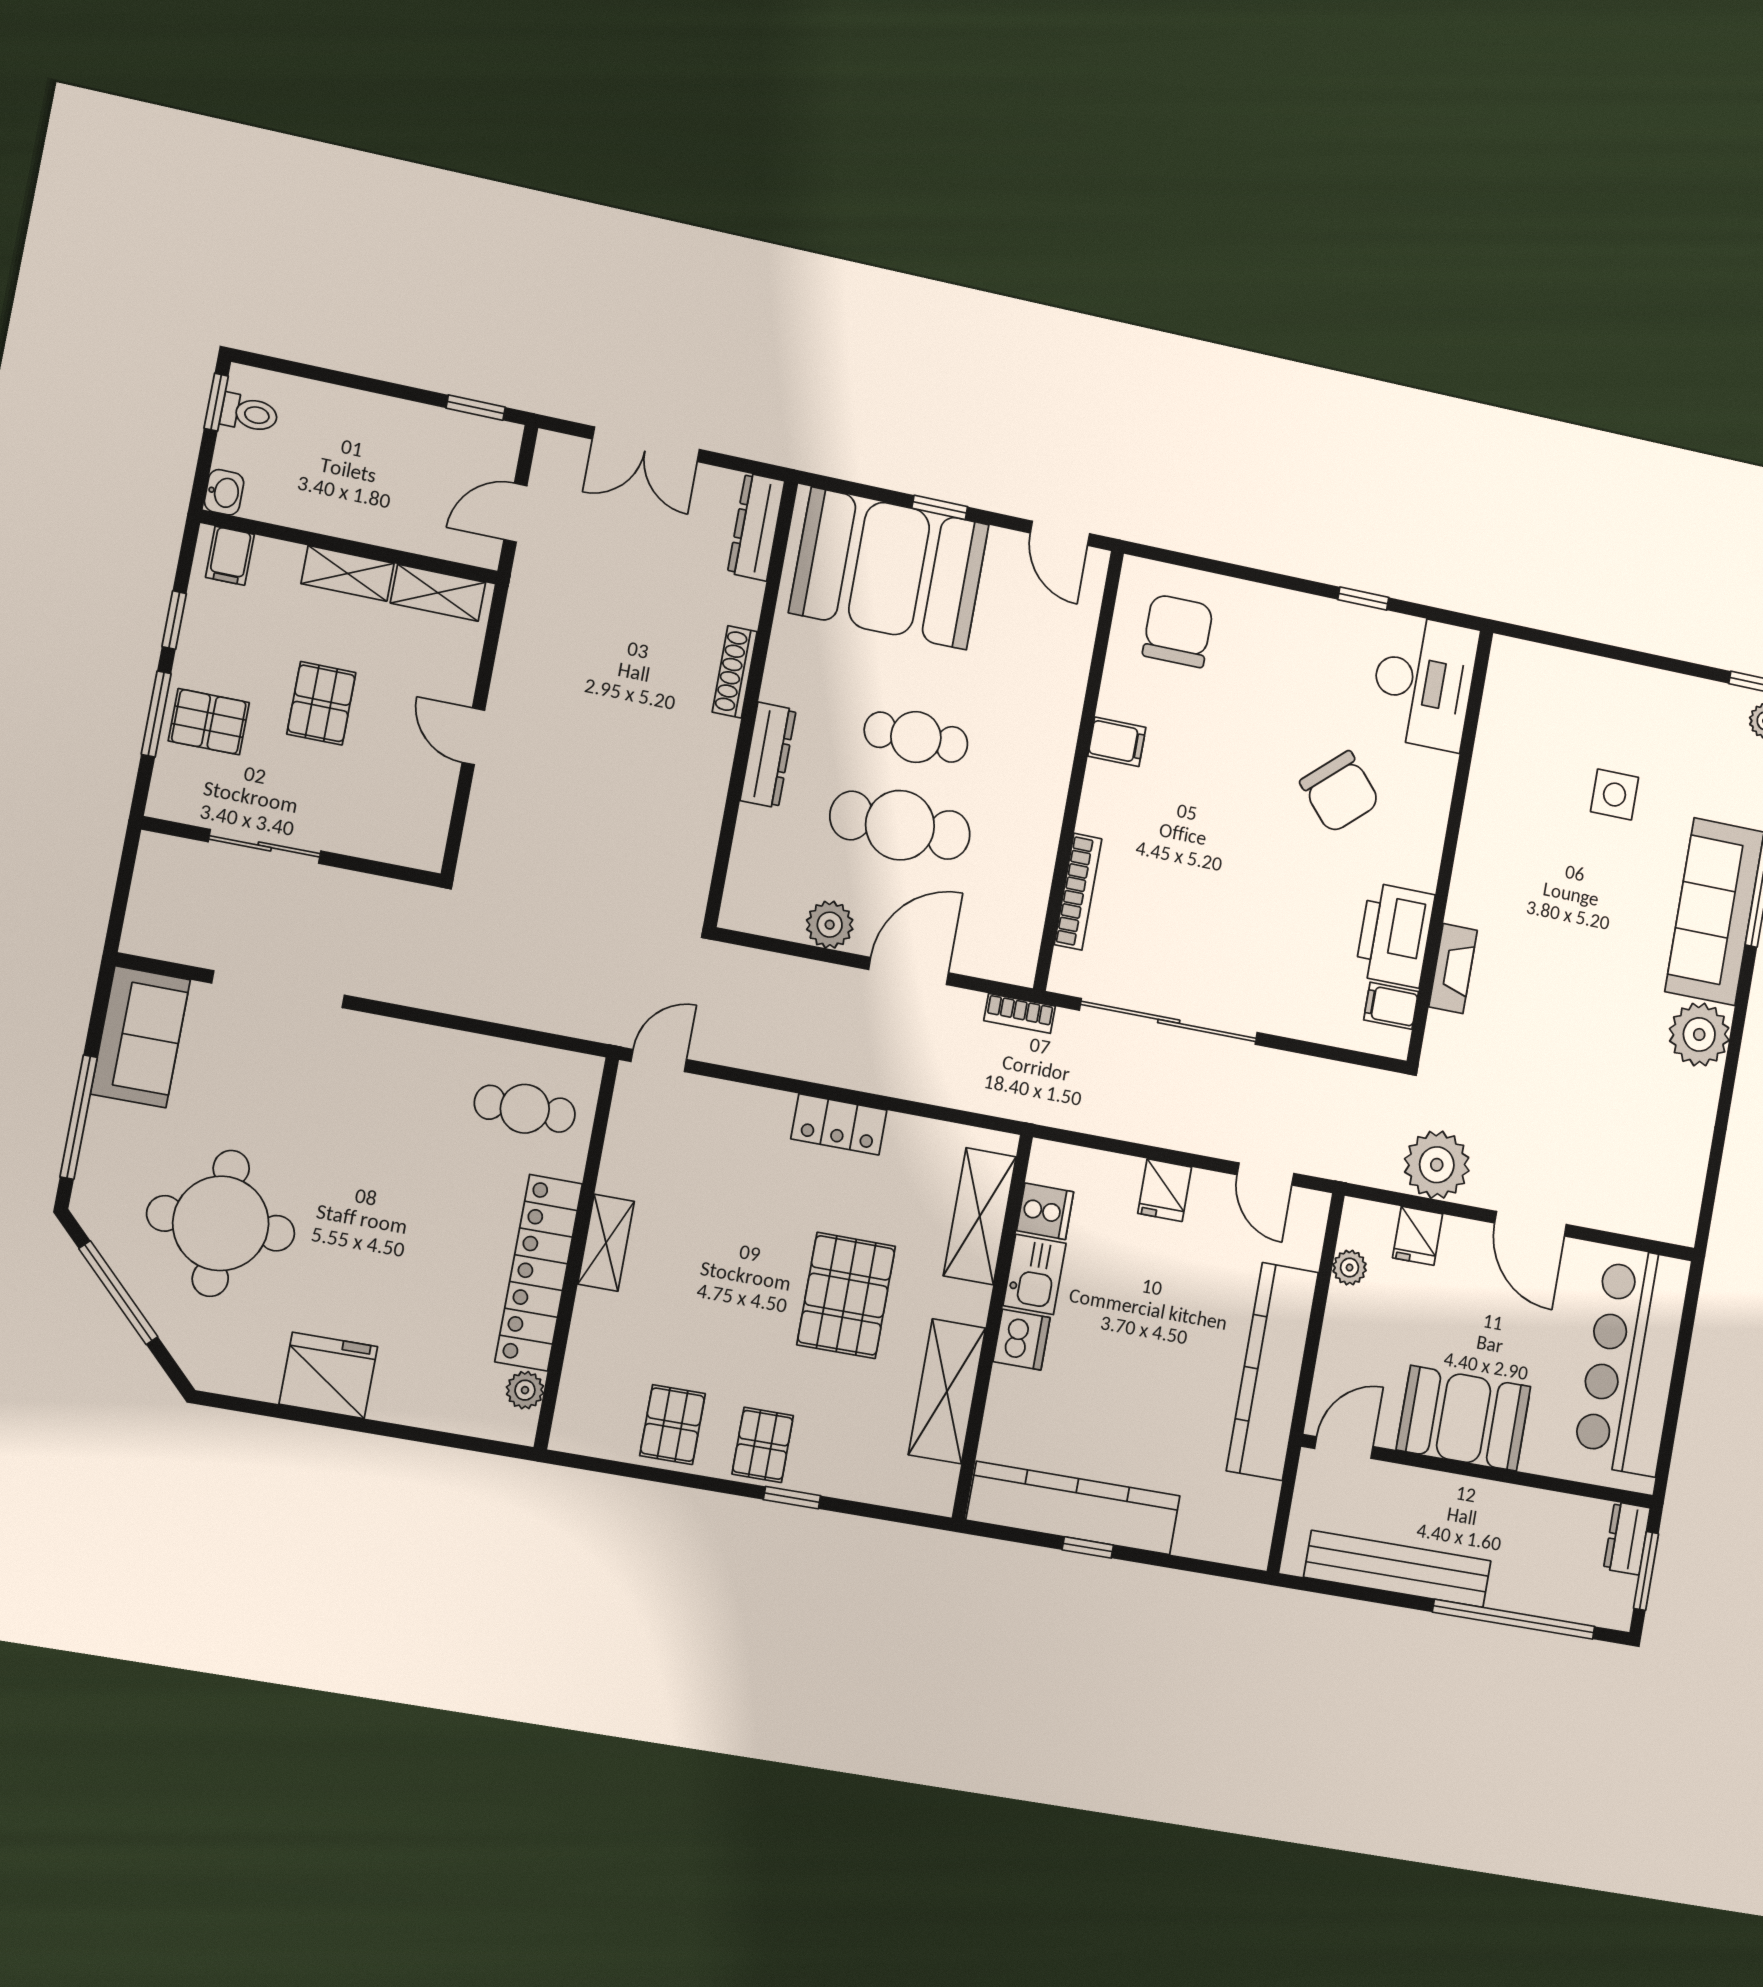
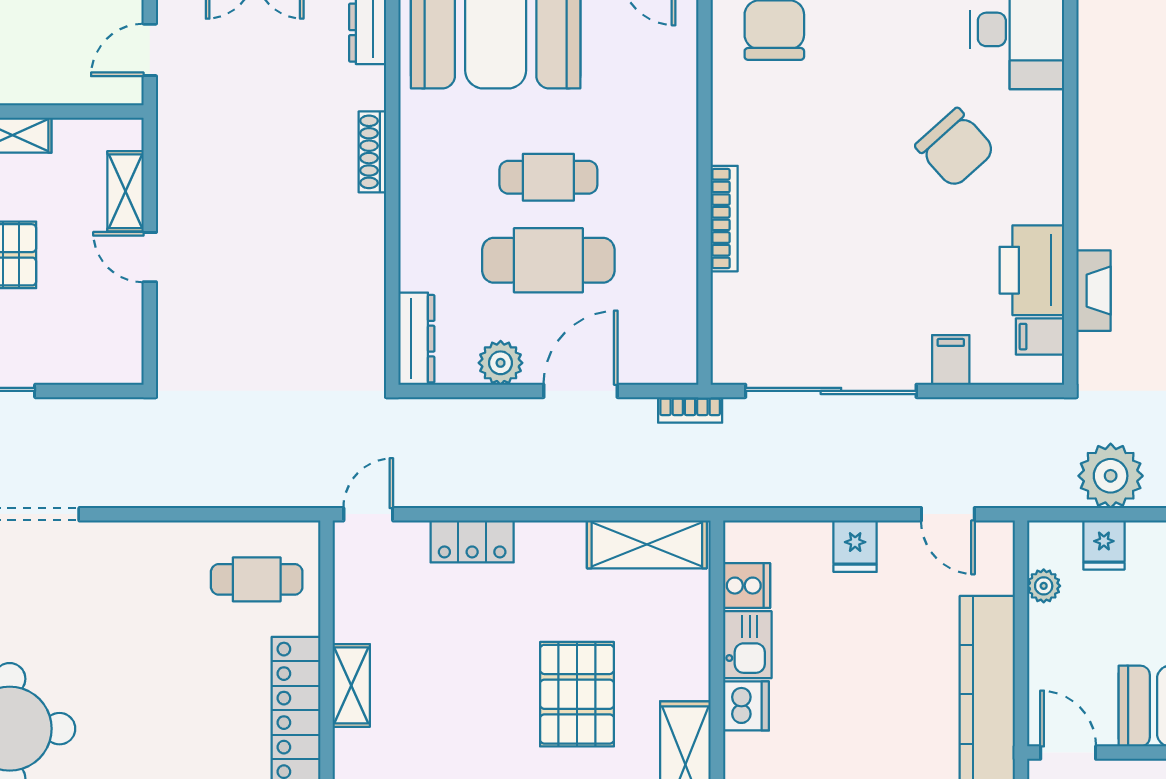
shelving: (438, 593) -> (126, 191), moved, turned 90
filing cabinet: (1117, 742) -> (951, 360), moved, turned -90
dresser: (768, 755) -> (416, 339), moved
bookcase: (1078, 892) -> (724, 219), moved
locker: (839, 1124) -> (472, 541), moved
shelving: (980, 1216) -> (647, 544), moved, turned 90
door: (1344, 1448) -> (1068, 753), hinge flipped

